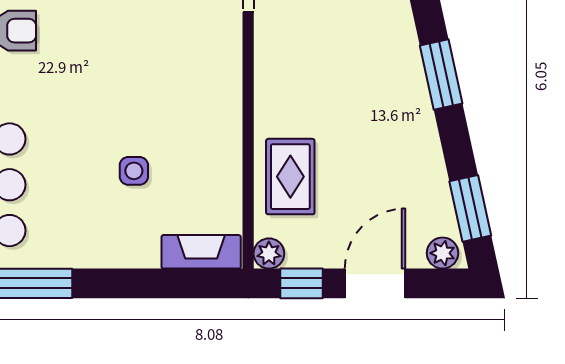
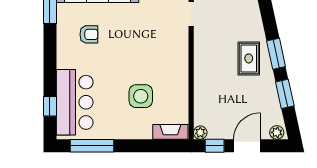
side table: (134, 171) -> (141, 96), width x1.87, depth x1.87
rug: (290, 177) -> (249, 58), moved
window: (470, 208) -> (285, 94), moved

